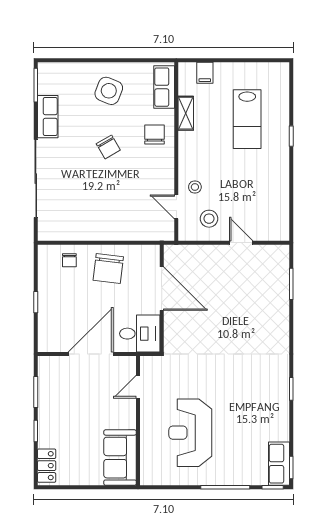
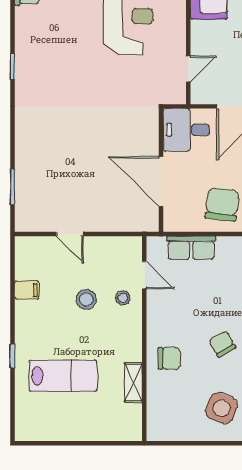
filing cabinet: (205, 73) -> (27, 290), moved, turned 90
row of seats: (164, 87) -> (191, 248), moved, turned 90
lab bench: (247, 119) -> (63, 376), turned 90
chair: (155, 134) -> (169, 358), turned -90
stool: (209, 219) -> (86, 299), moved

